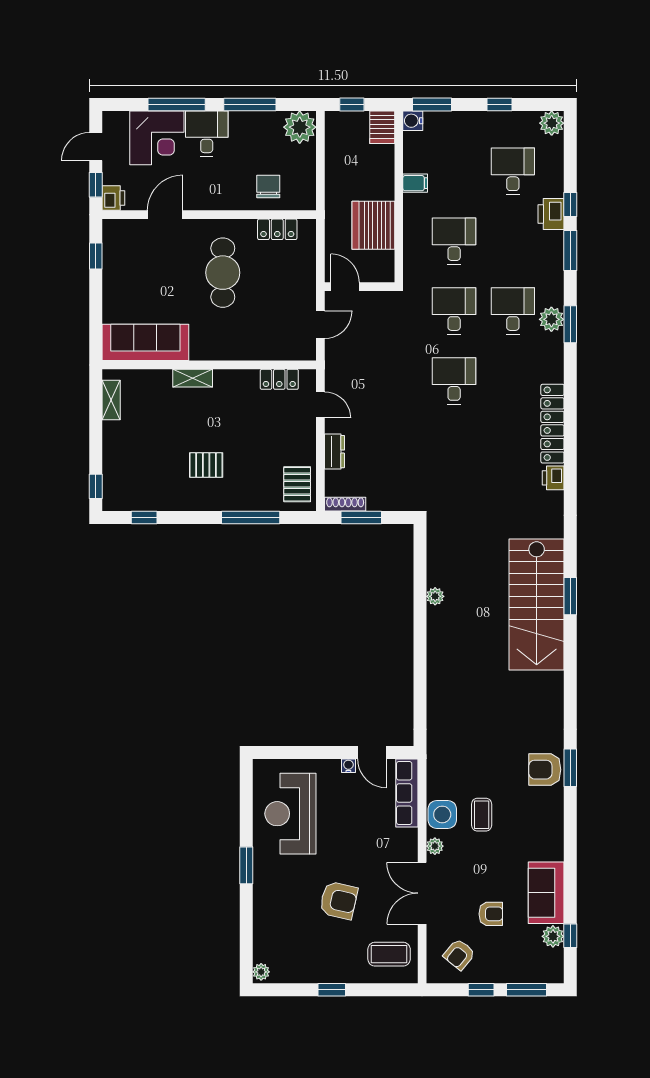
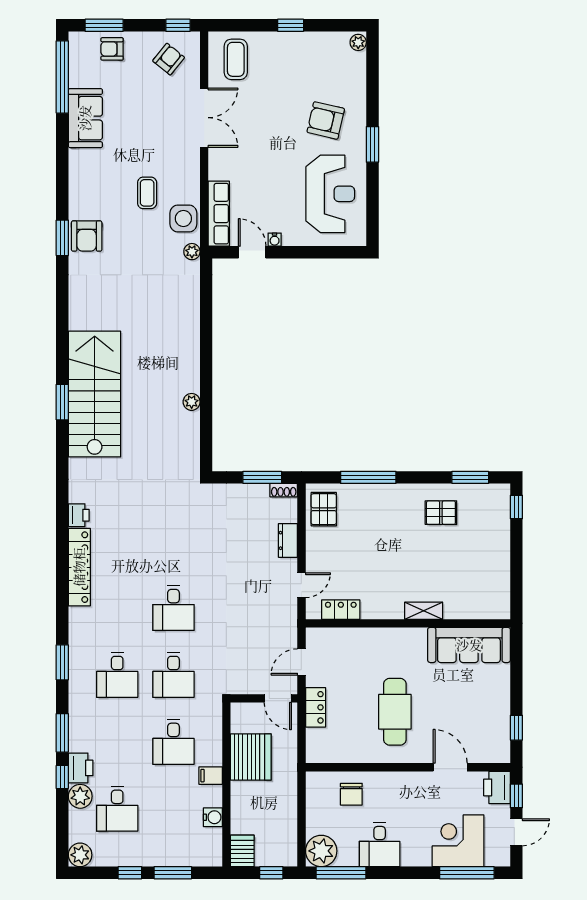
window: (177, 104) -> (467, 873), moved
window: (250, 104) -> (341, 873), moved
window: (432, 104) -> (173, 873), moved
water cooler: (413, 121) -> (213, 817), moved
desk: (207, 134) -> (380, 845), moved
filing cabinet: (415, 183) -> (211, 776), moved
printer: (113, 198) -> (497, 787), width x1.36, depth x1.24
door: (165, 215) -> (450, 767), swing flipped
locker: (277, 229) -> (316, 707), moved, turned 90
plant: (551, 319) -> (80, 796), moved
shelving: (111, 400) -> (502, 590), removed
door: (320, 405) -> (301, 585), swing flipped
pallet: (206, 465) -> (441, 513), moved
shoe rack: (345, 504) -> (284, 490), width x0.70
window: (144, 517) -> (470, 477), width x1.50
armchair: (545, 770) -> (87, 236), turned 90
side table: (442, 814) -> (183, 219), moved
plant: (435, 846) -> (192, 252), moved
armchair: (339, 900) -> (326, 120), moved
armchair: (491, 914) -> (112, 49), moved
plant: (553, 936) -> (79, 76), removed
window: (570, 936) -> (62, 77), width x3.17
coffee table: (389, 954) -> (236, 59), turned 90
window: (481, 990) -> (178, 25), moved

